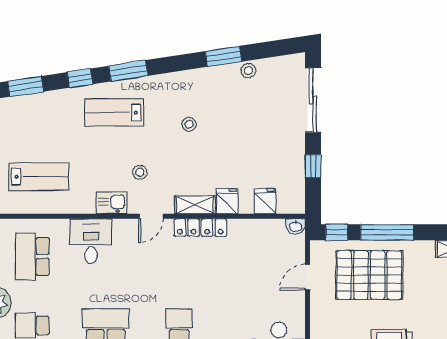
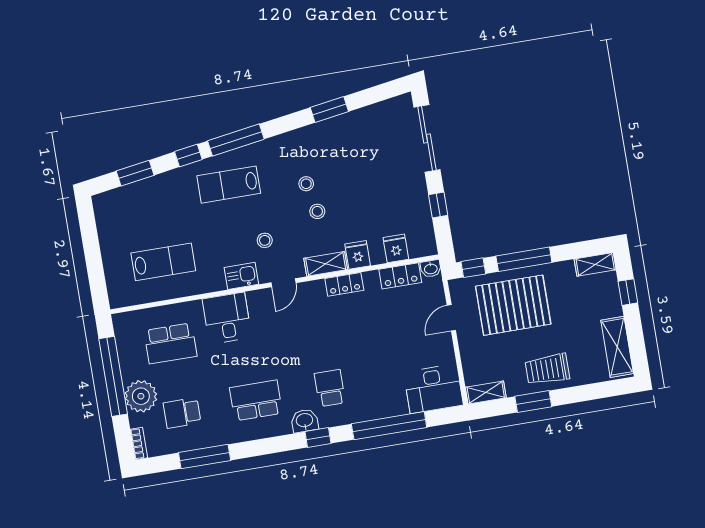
window: (128, 71) -> (236, 140), width x1.44
stool: (248, 71) -> (317, 211), moved
locker: (200, 228) -> (344, 284), width x0.66
locker: (265, 228) -> (400, 276), added
school desk: (32, 257) -> (170, 343), turned -90

